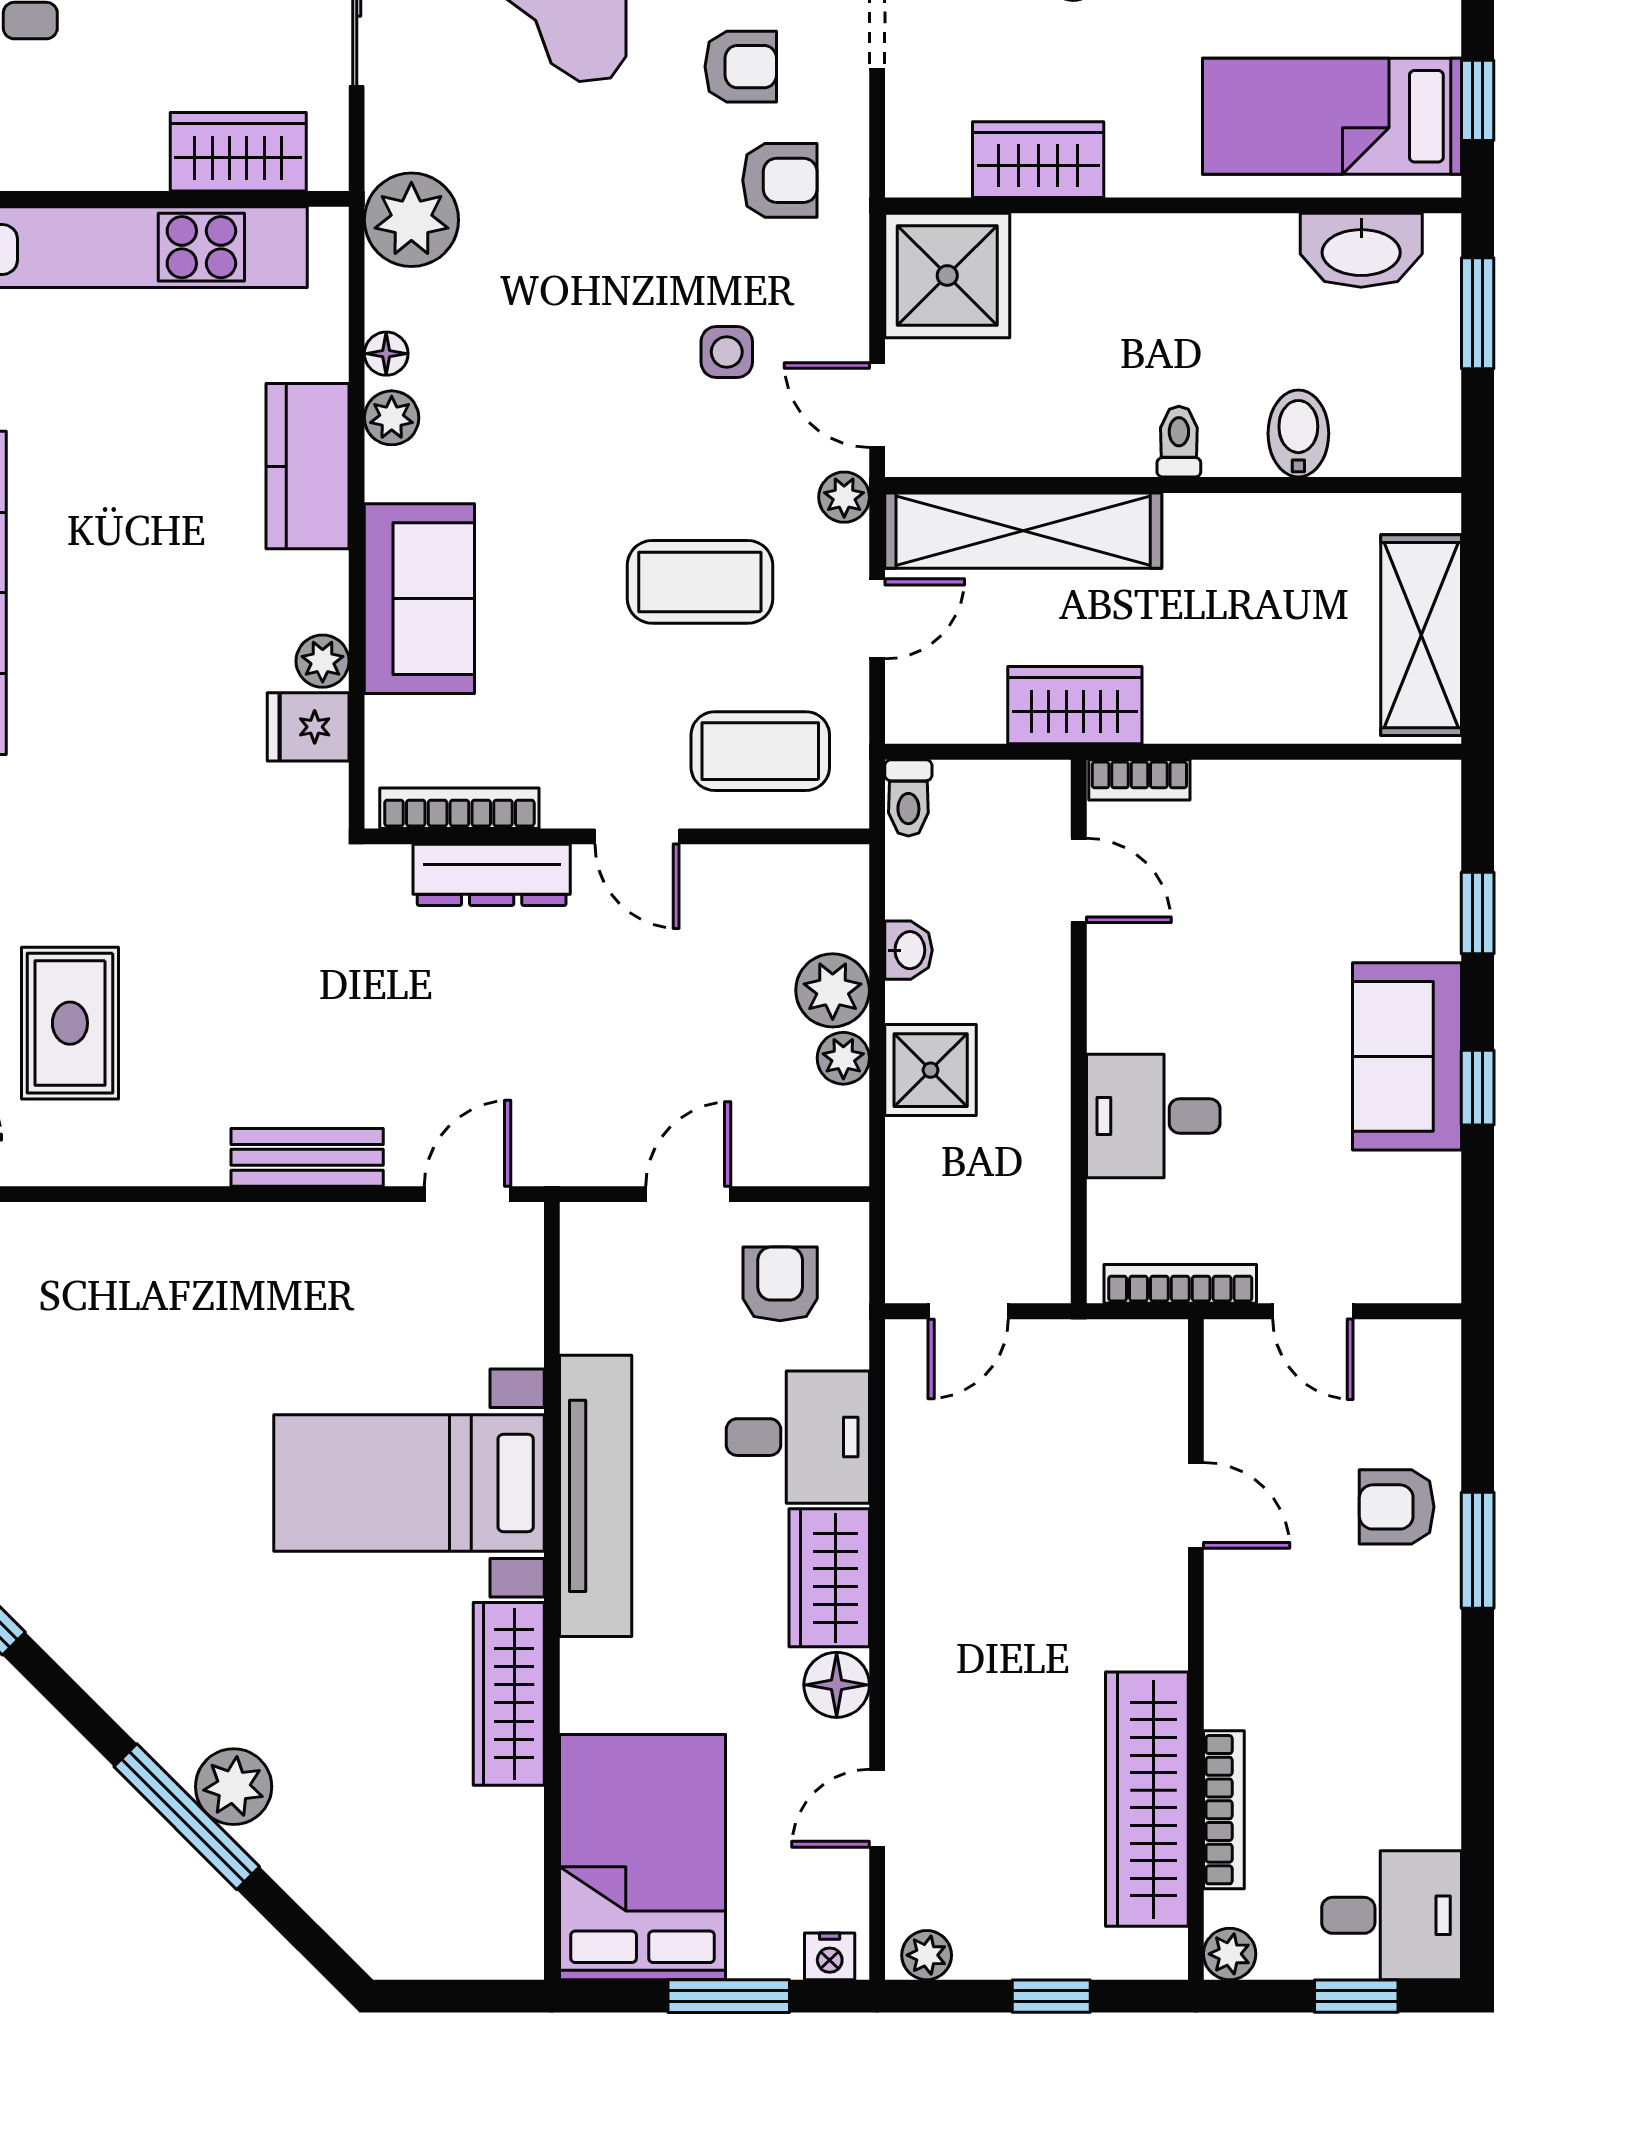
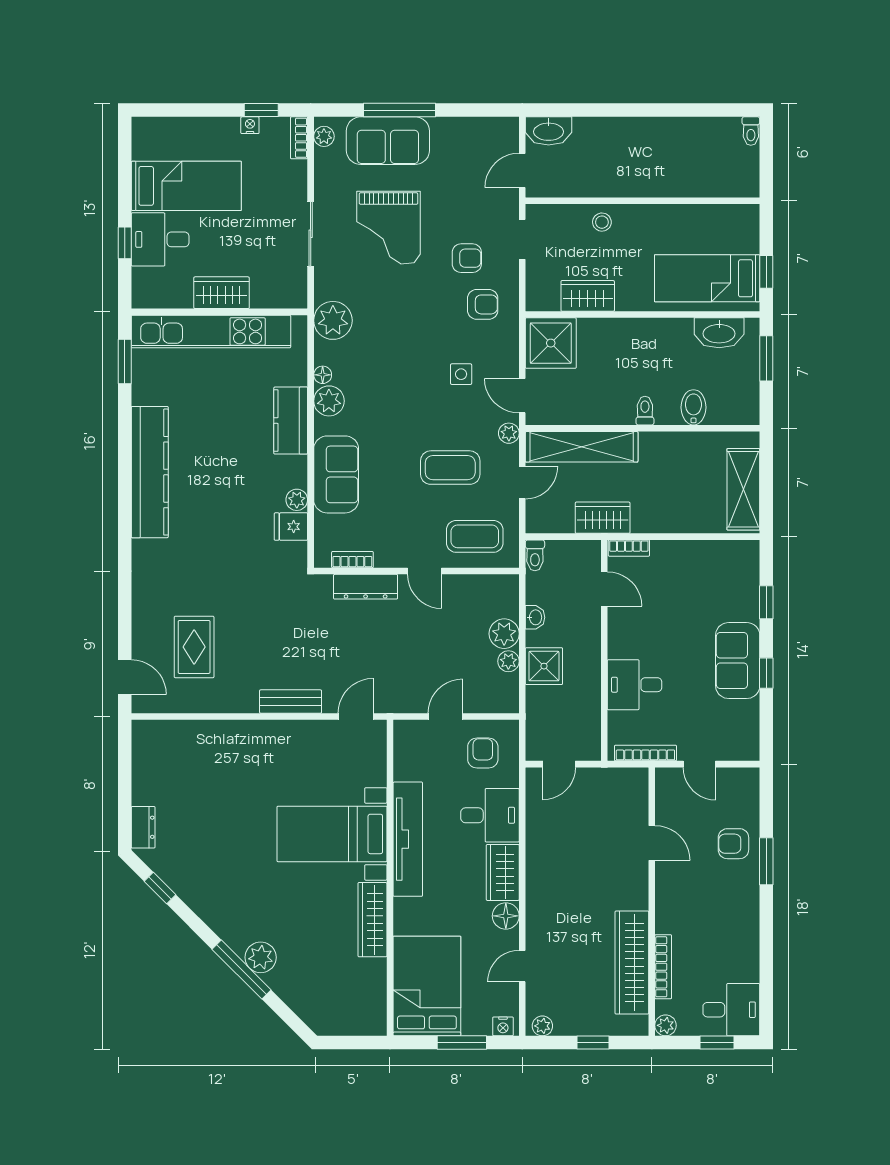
wardrobe: (238, 152) -> (222, 293), moved
plant: (392, 418) -> (329, 401), width x1.38, depth x1.38
bookcase: (459, 808) -> (352, 560), width x0.64

